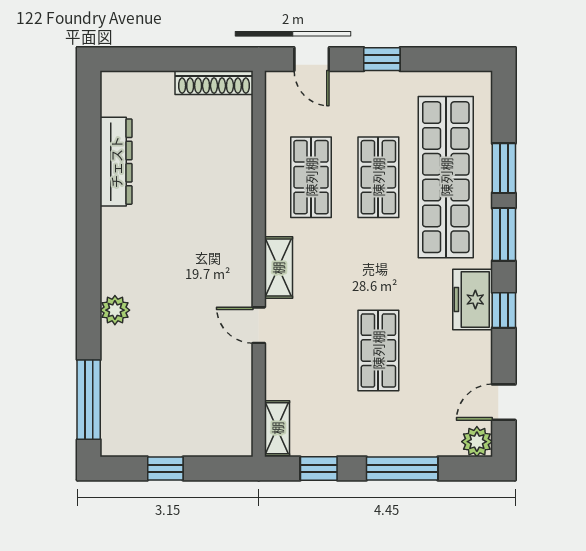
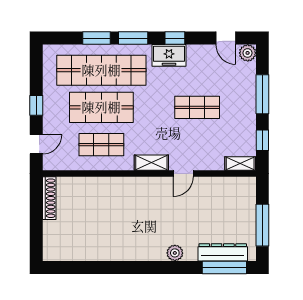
dresser: (116, 162) -> (223, 252), moved
shop shelf: (378, 177) -> (101, 107), width x1.43, depth x1.36
window: (165, 468) -> (262, 225), width x2.17

